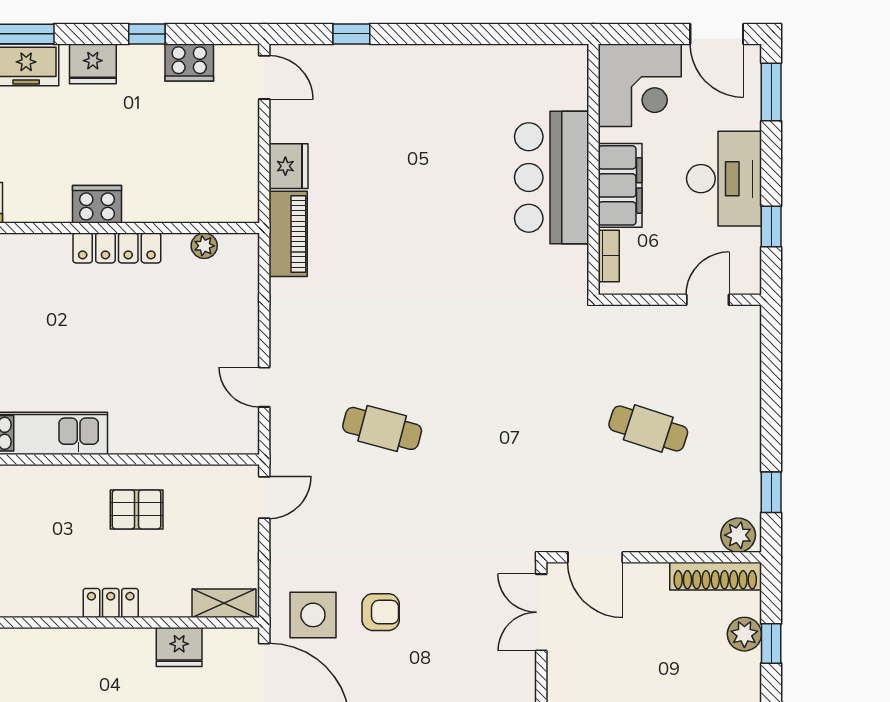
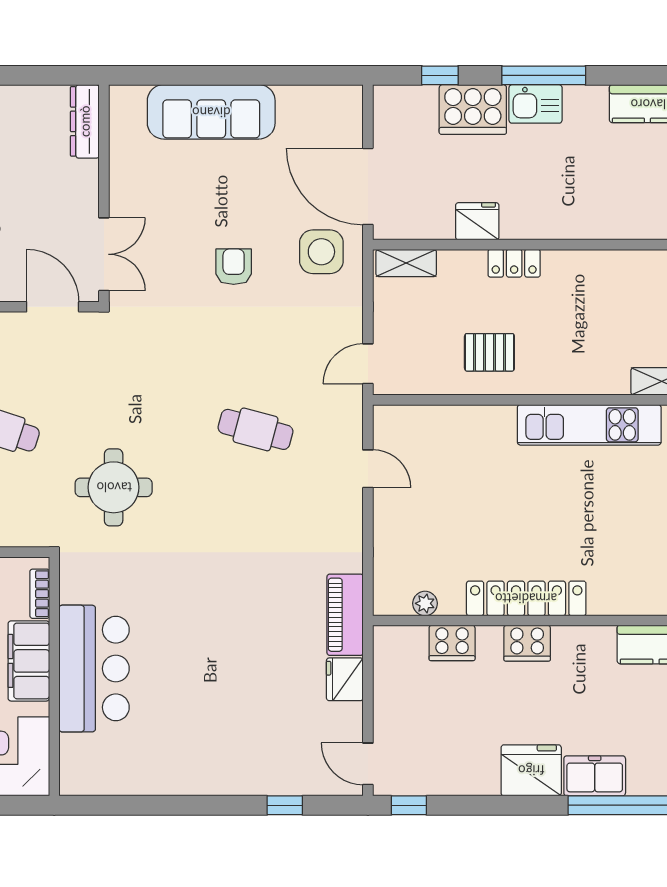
window: (147, 34) -> (409, 805), moved
cooker: (189, 62) -> (452, 643), moved, turned 180
fridge: (93, 64) -> (531, 770), width x1.36, depth x1.34
locker: (117, 248) -> (526, 598), width x1.41, depth x1.21
round table: (531, 368) -> (114, 487), added
armchair: (381, 612) -> (234, 267), moved, turned 90
fridge: (179, 647) -> (477, 221), moved

